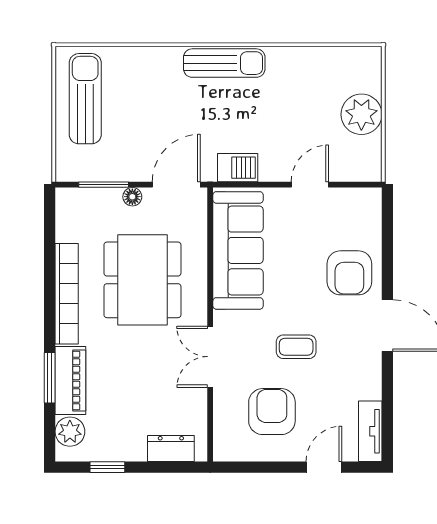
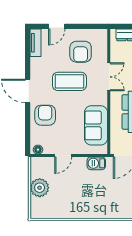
sun lounger: (224, 63) -> (102, 211), removed
floor lamp: (365, 198) -> (38, 150), added
sofa: (238, 250) -> (96, 125), width x0.73
coffee table: (296, 347) -> (69, 81), width x1.86, depth x1.72

